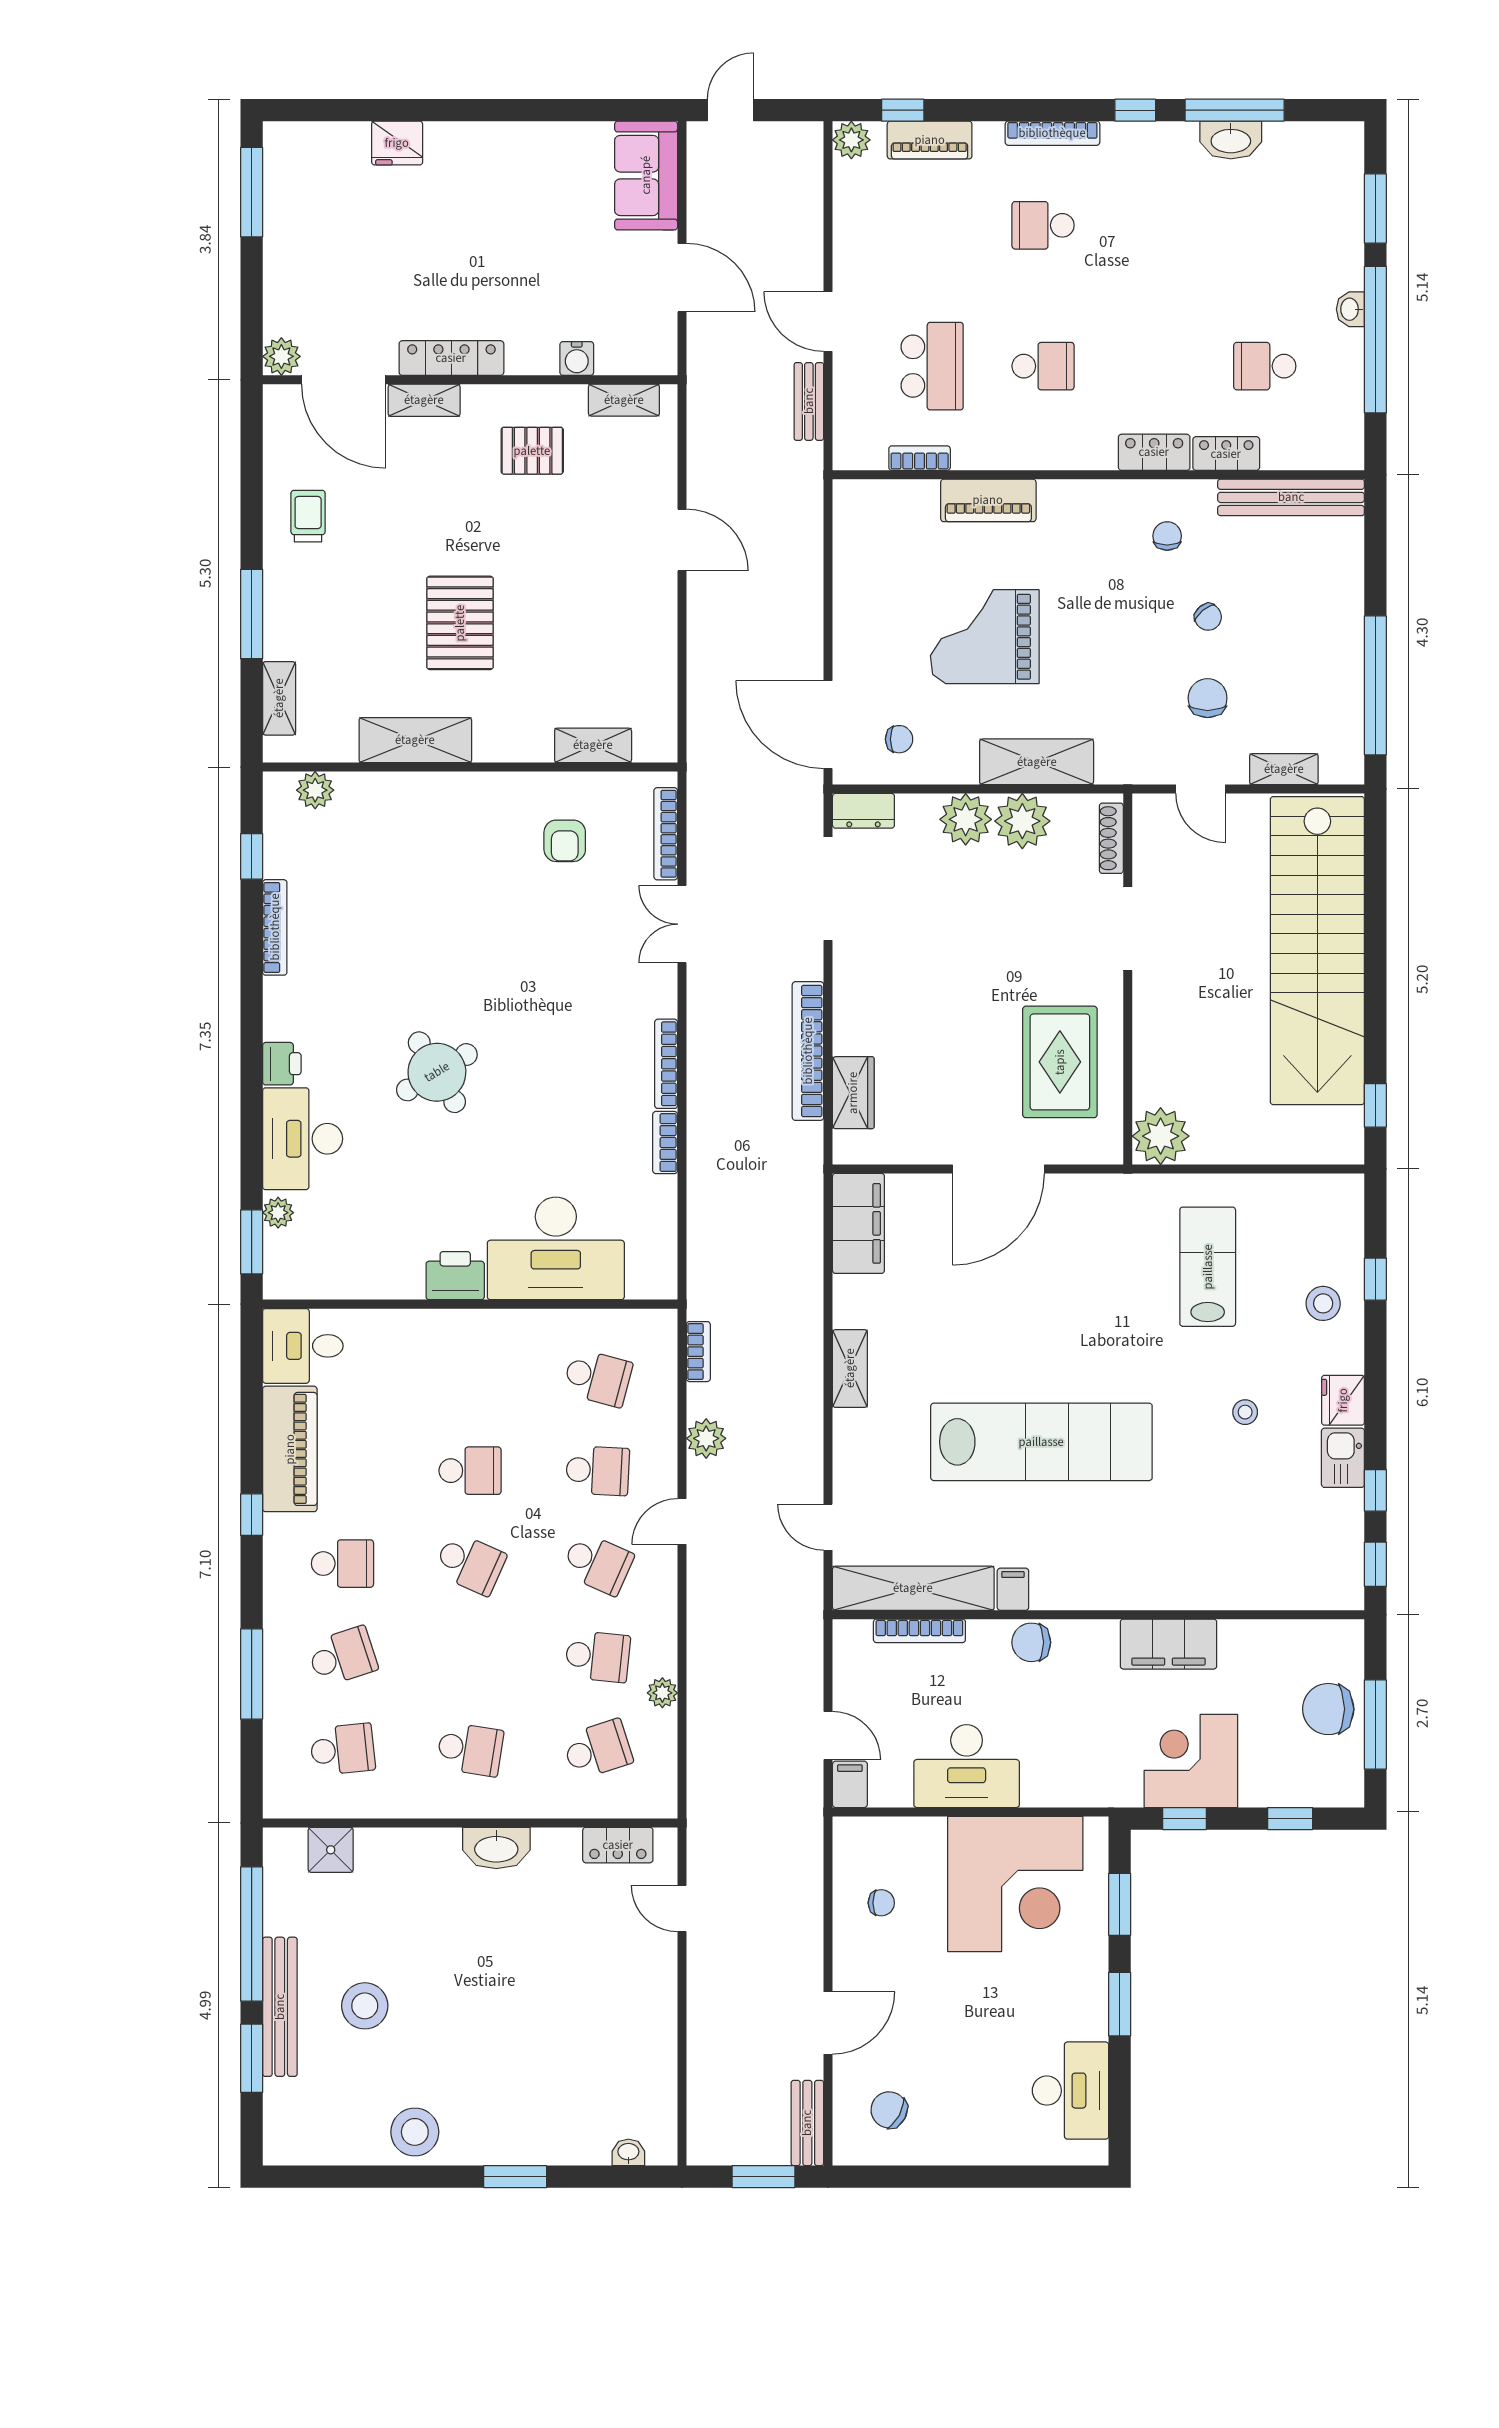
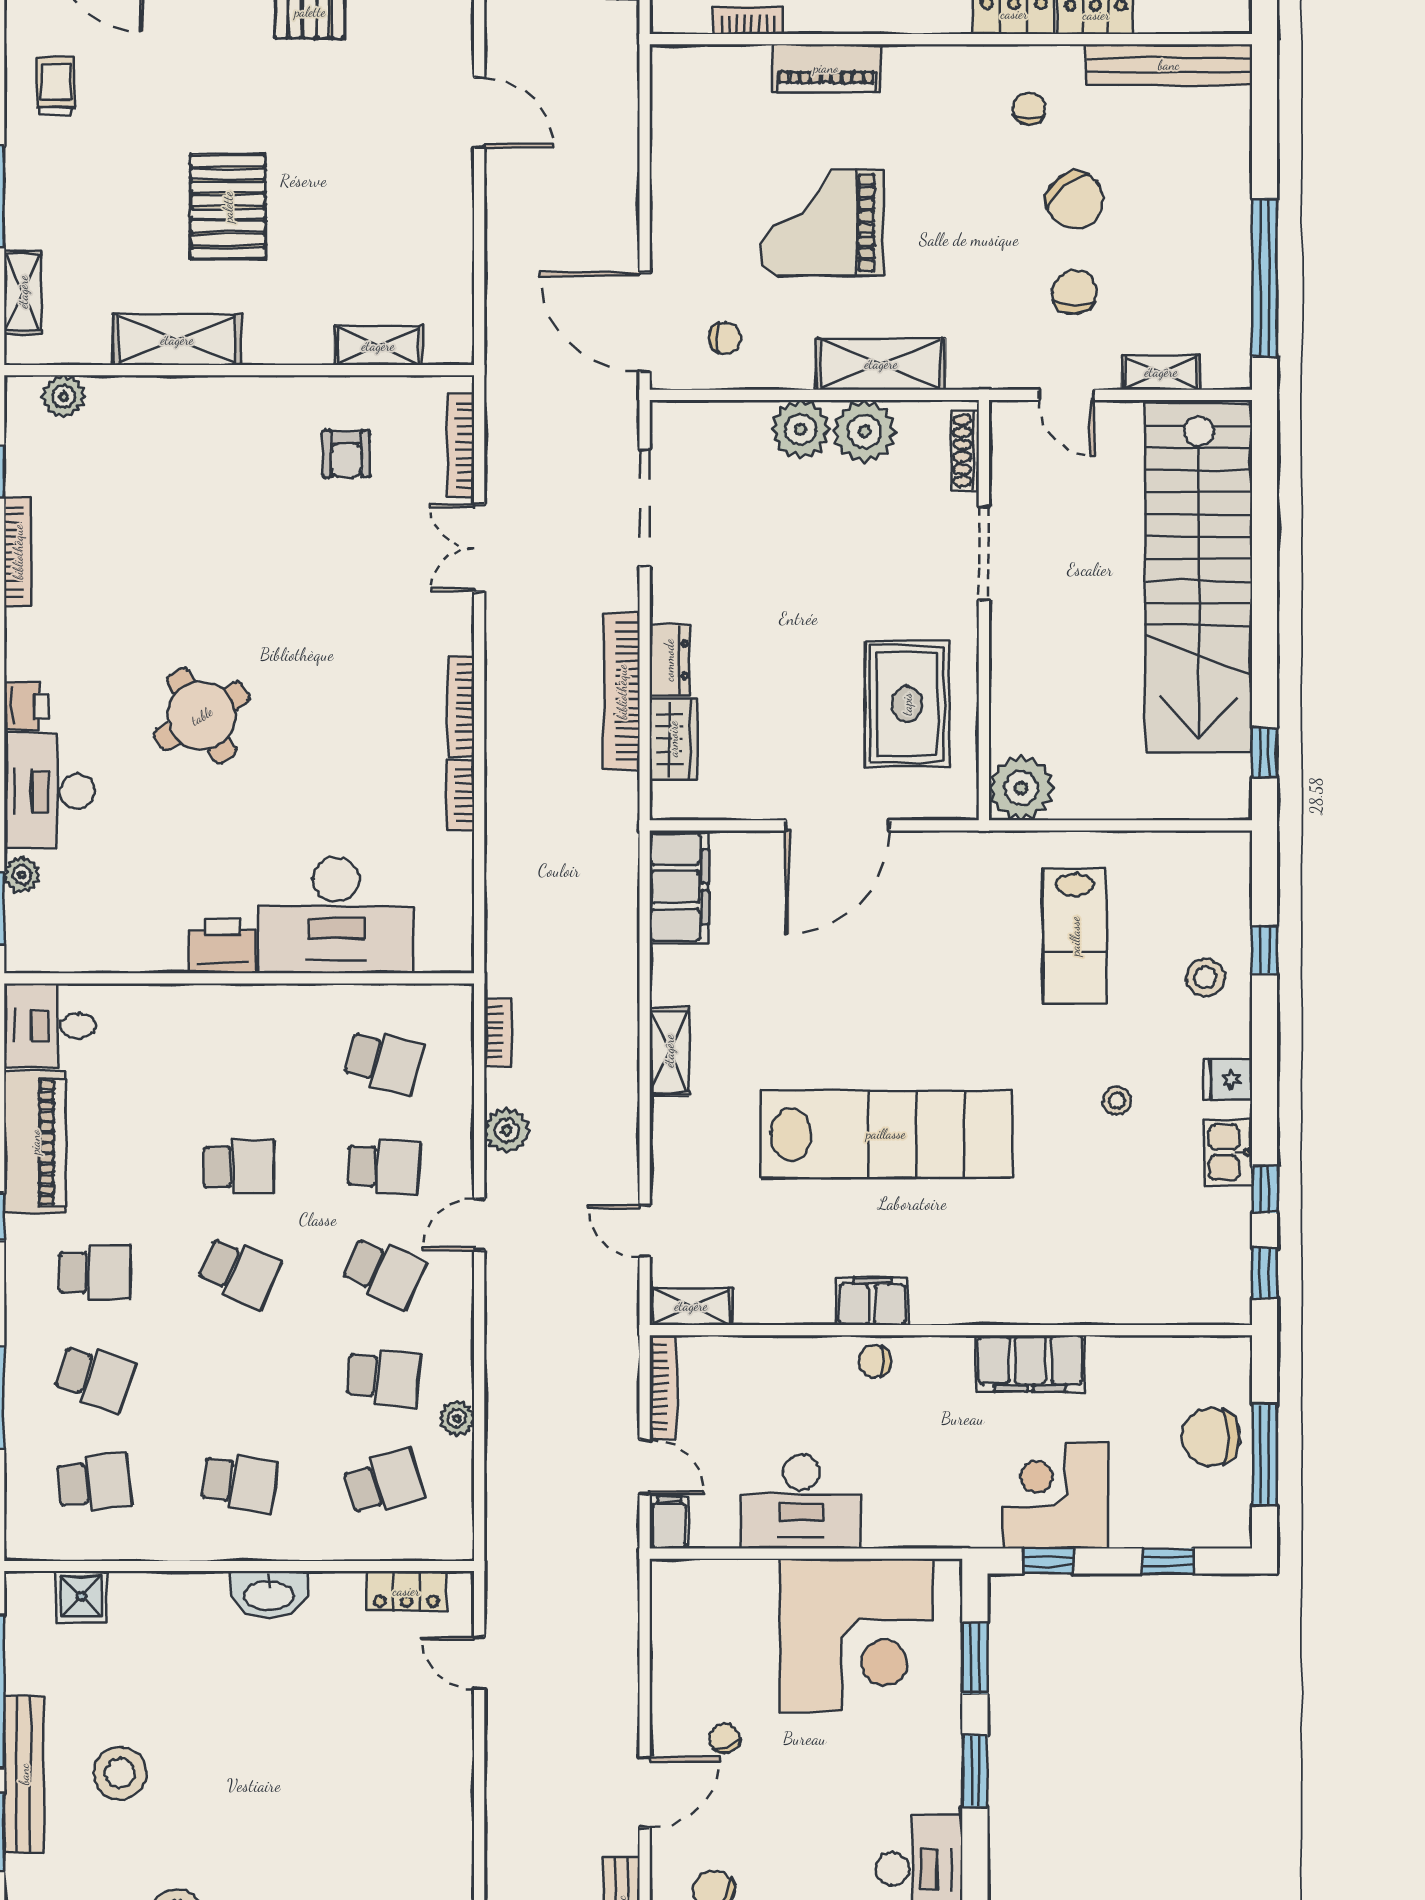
chair: (1208, 617) -> (1075, 200), width x1.87, depth x1.87
dresser: (863, 811) -> (669, 660), moved, turned -90
lab bench: (1208, 1267) -> (1075, 936), turned 180
fridge: (1343, 1400) -> (1228, 1079), width x0.72
shelving: (913, 1588) -> (691, 1306), width x0.45, depth x0.75
filing cabinet: (1013, 1589) -> (872, 1301), width x2.00
bookcase: (919, 1631) -> (663, 1387), moved, turned -90
chair: (1031, 1642) -> (875, 1361), width x0.73, depth x0.73
school desk: (342, 1656) -> (95, 1377), turned 36
chair: (881, 1903) -> (724, 1738), moved, turned -110

